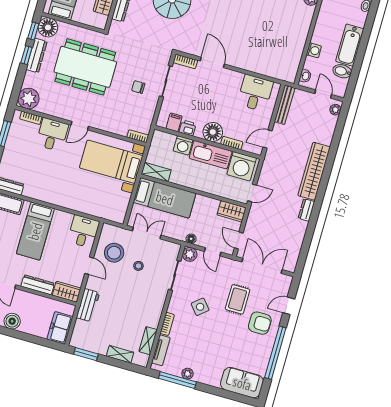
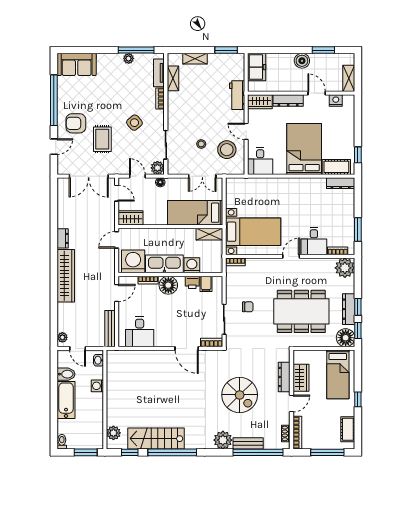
bed: (35, 231) -> (304, 149), width x1.50

